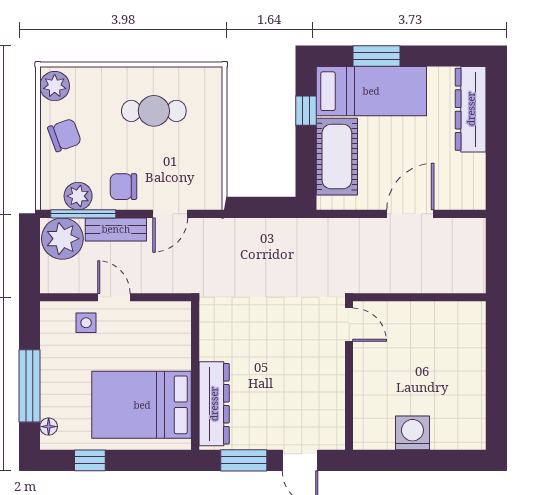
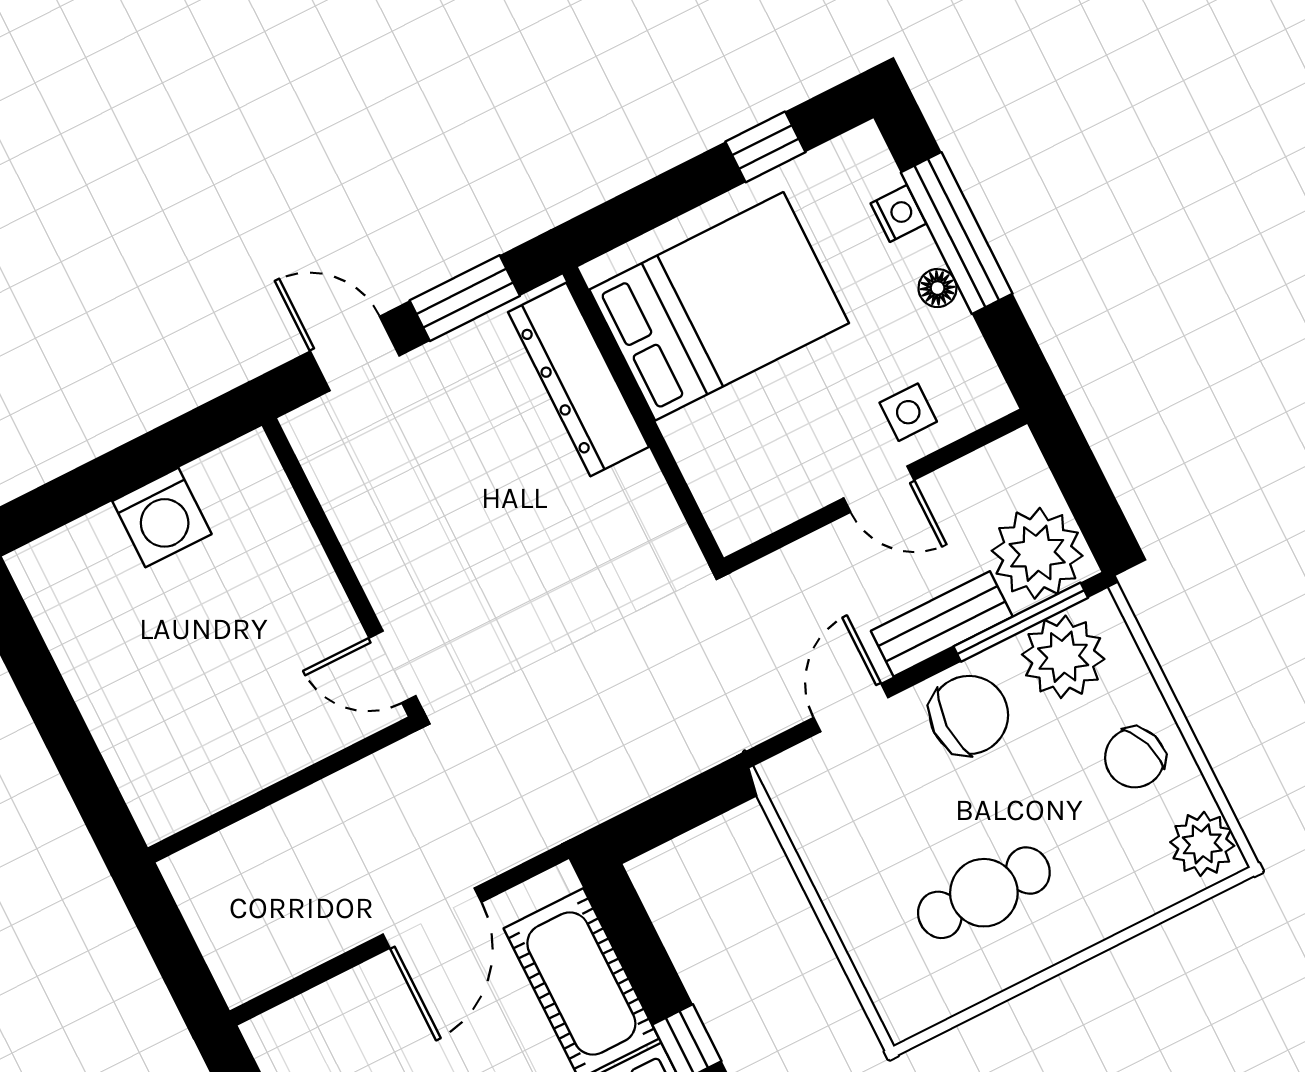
chair: (123, 187) -> (969, 715), width x1.37, depth x1.37
plant: (78, 196) -> (1063, 657), width x1.36, depth x1.36
door: (410, 214) -> (432, 918), moved
nightstand: (49, 406) -> (898, 213), added
floor lamp: (49, 427) -> (938, 288), moved

